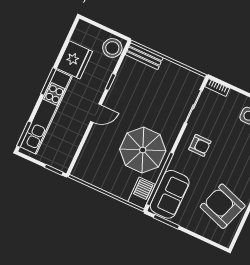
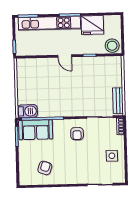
bench: (144, 56) -> (118, 101), moved
parasol: (143, 150) -> (56, 98), removed
armchair: (223, 206) -> (45, 168), width x0.53, depth x0.53

